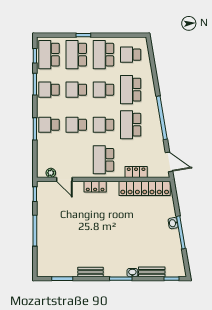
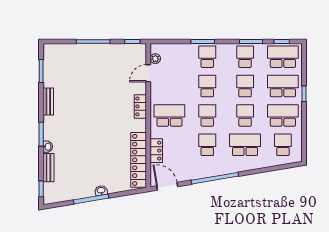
school desk: (131, 125) -> (207, 145), width x0.54
door: (169, 162) -> (167, 186), swing flipped

